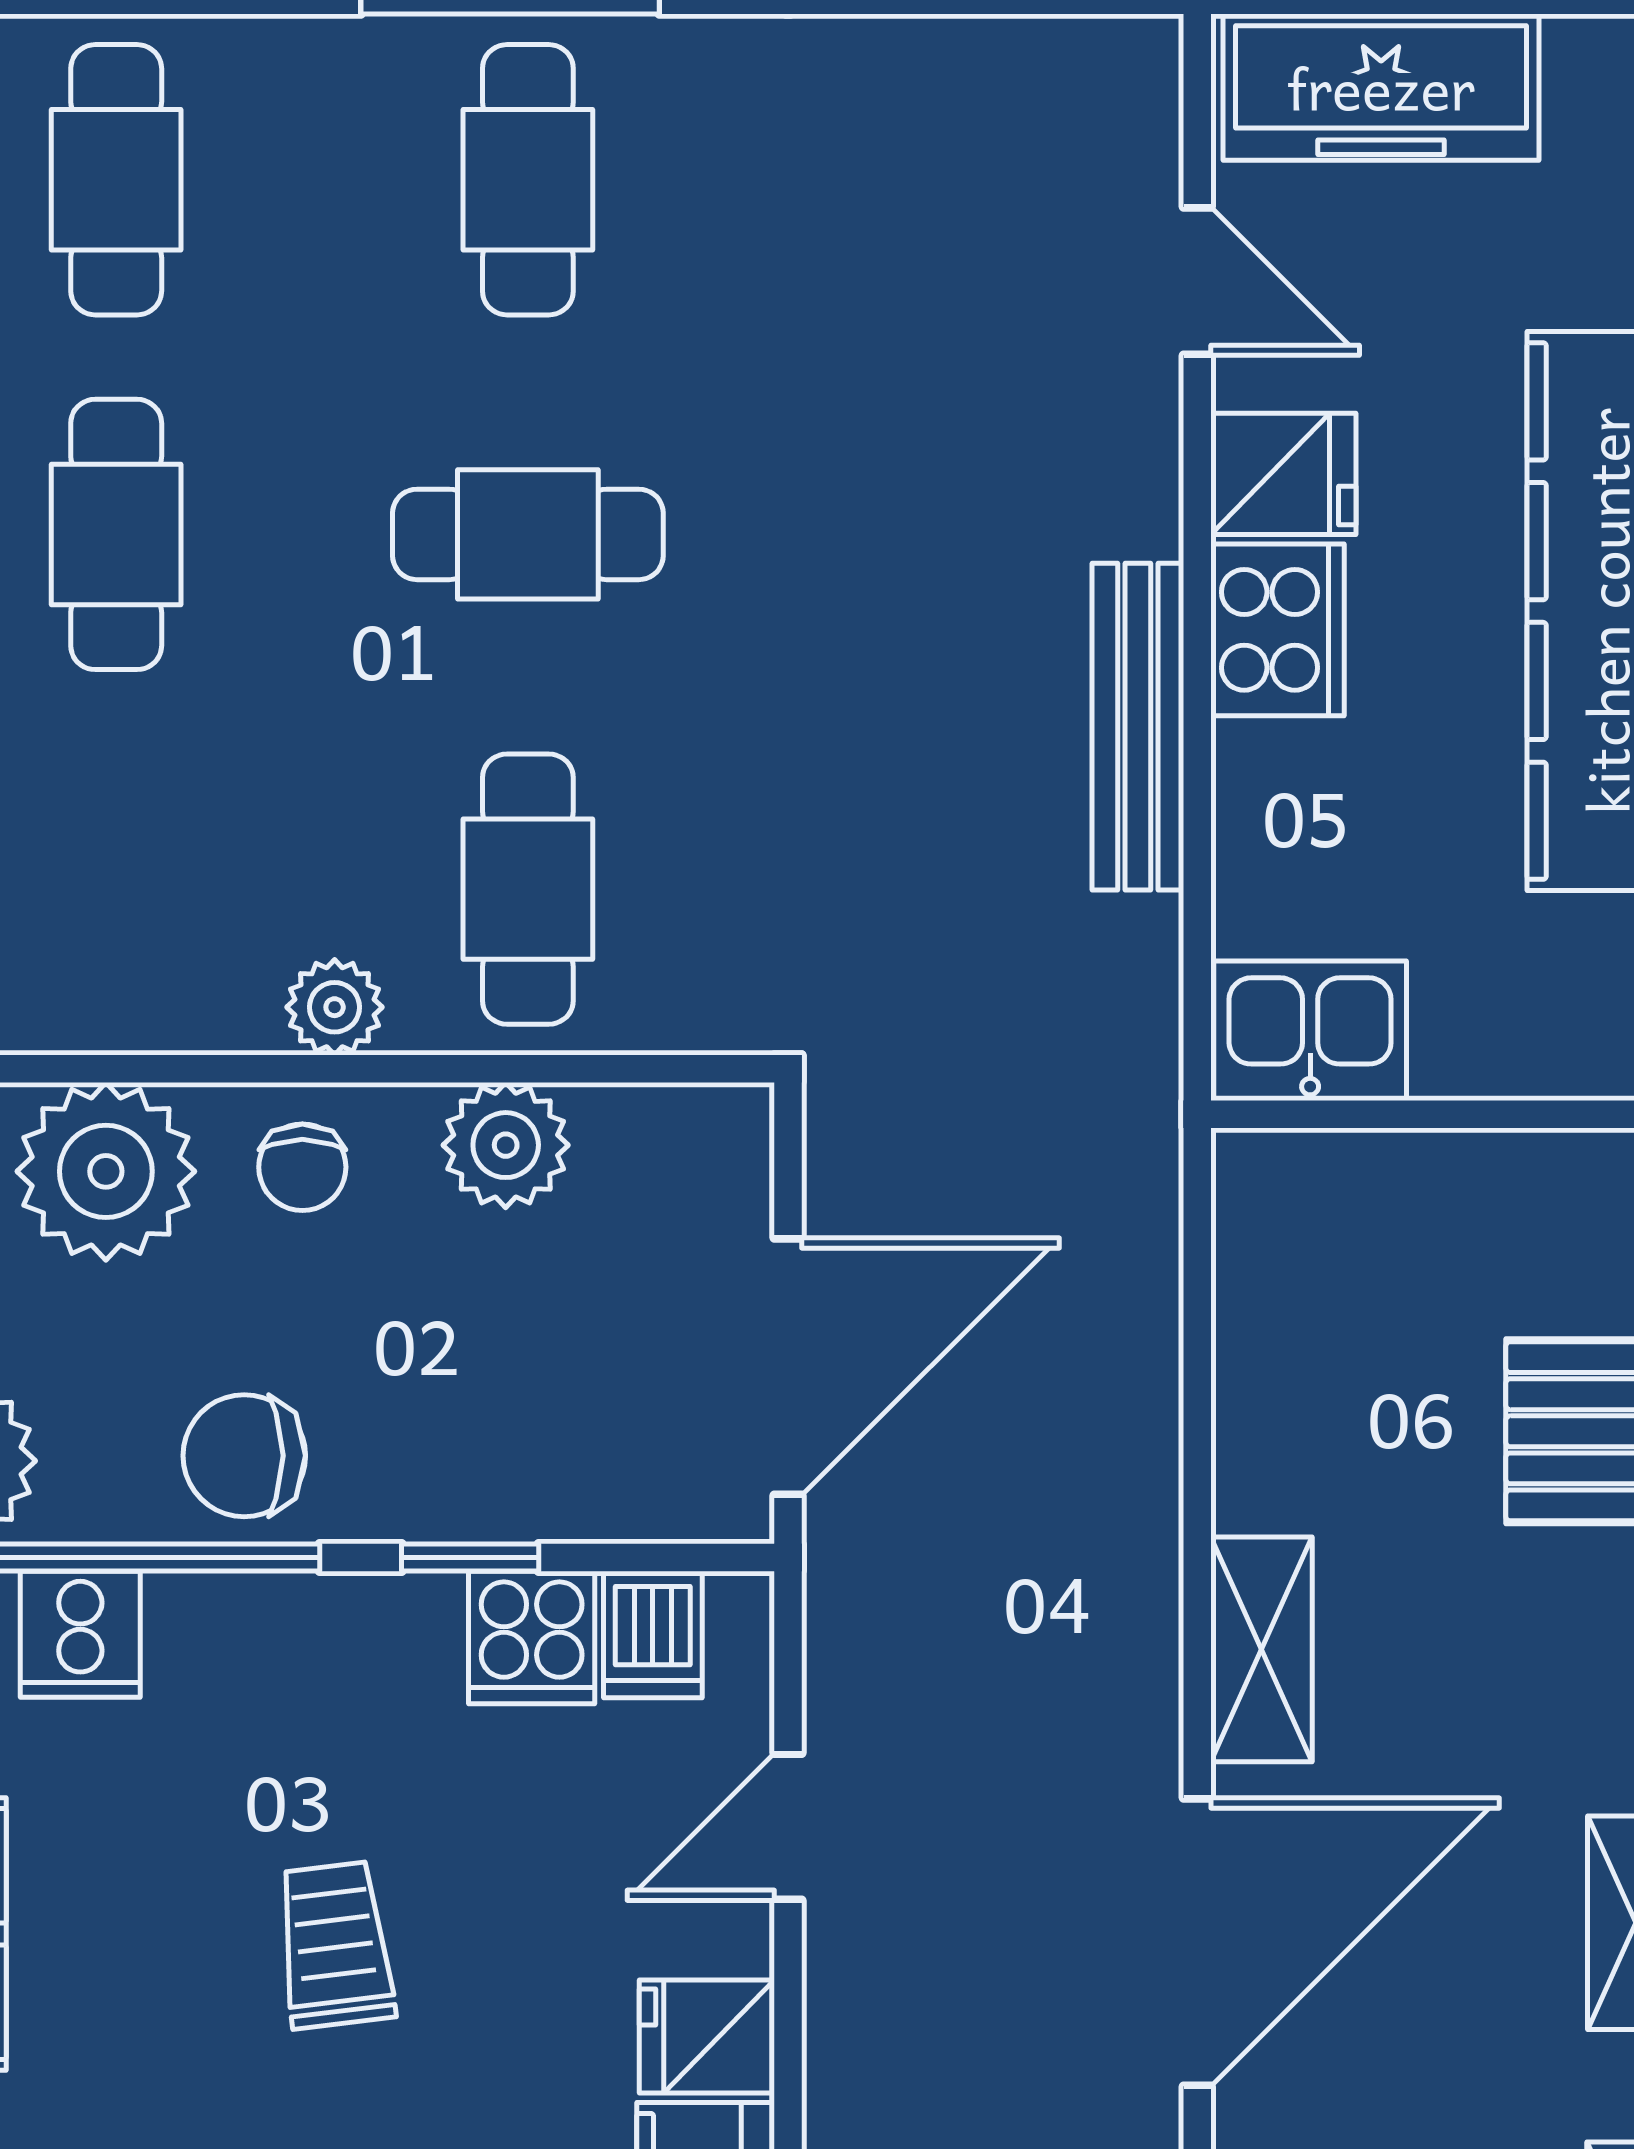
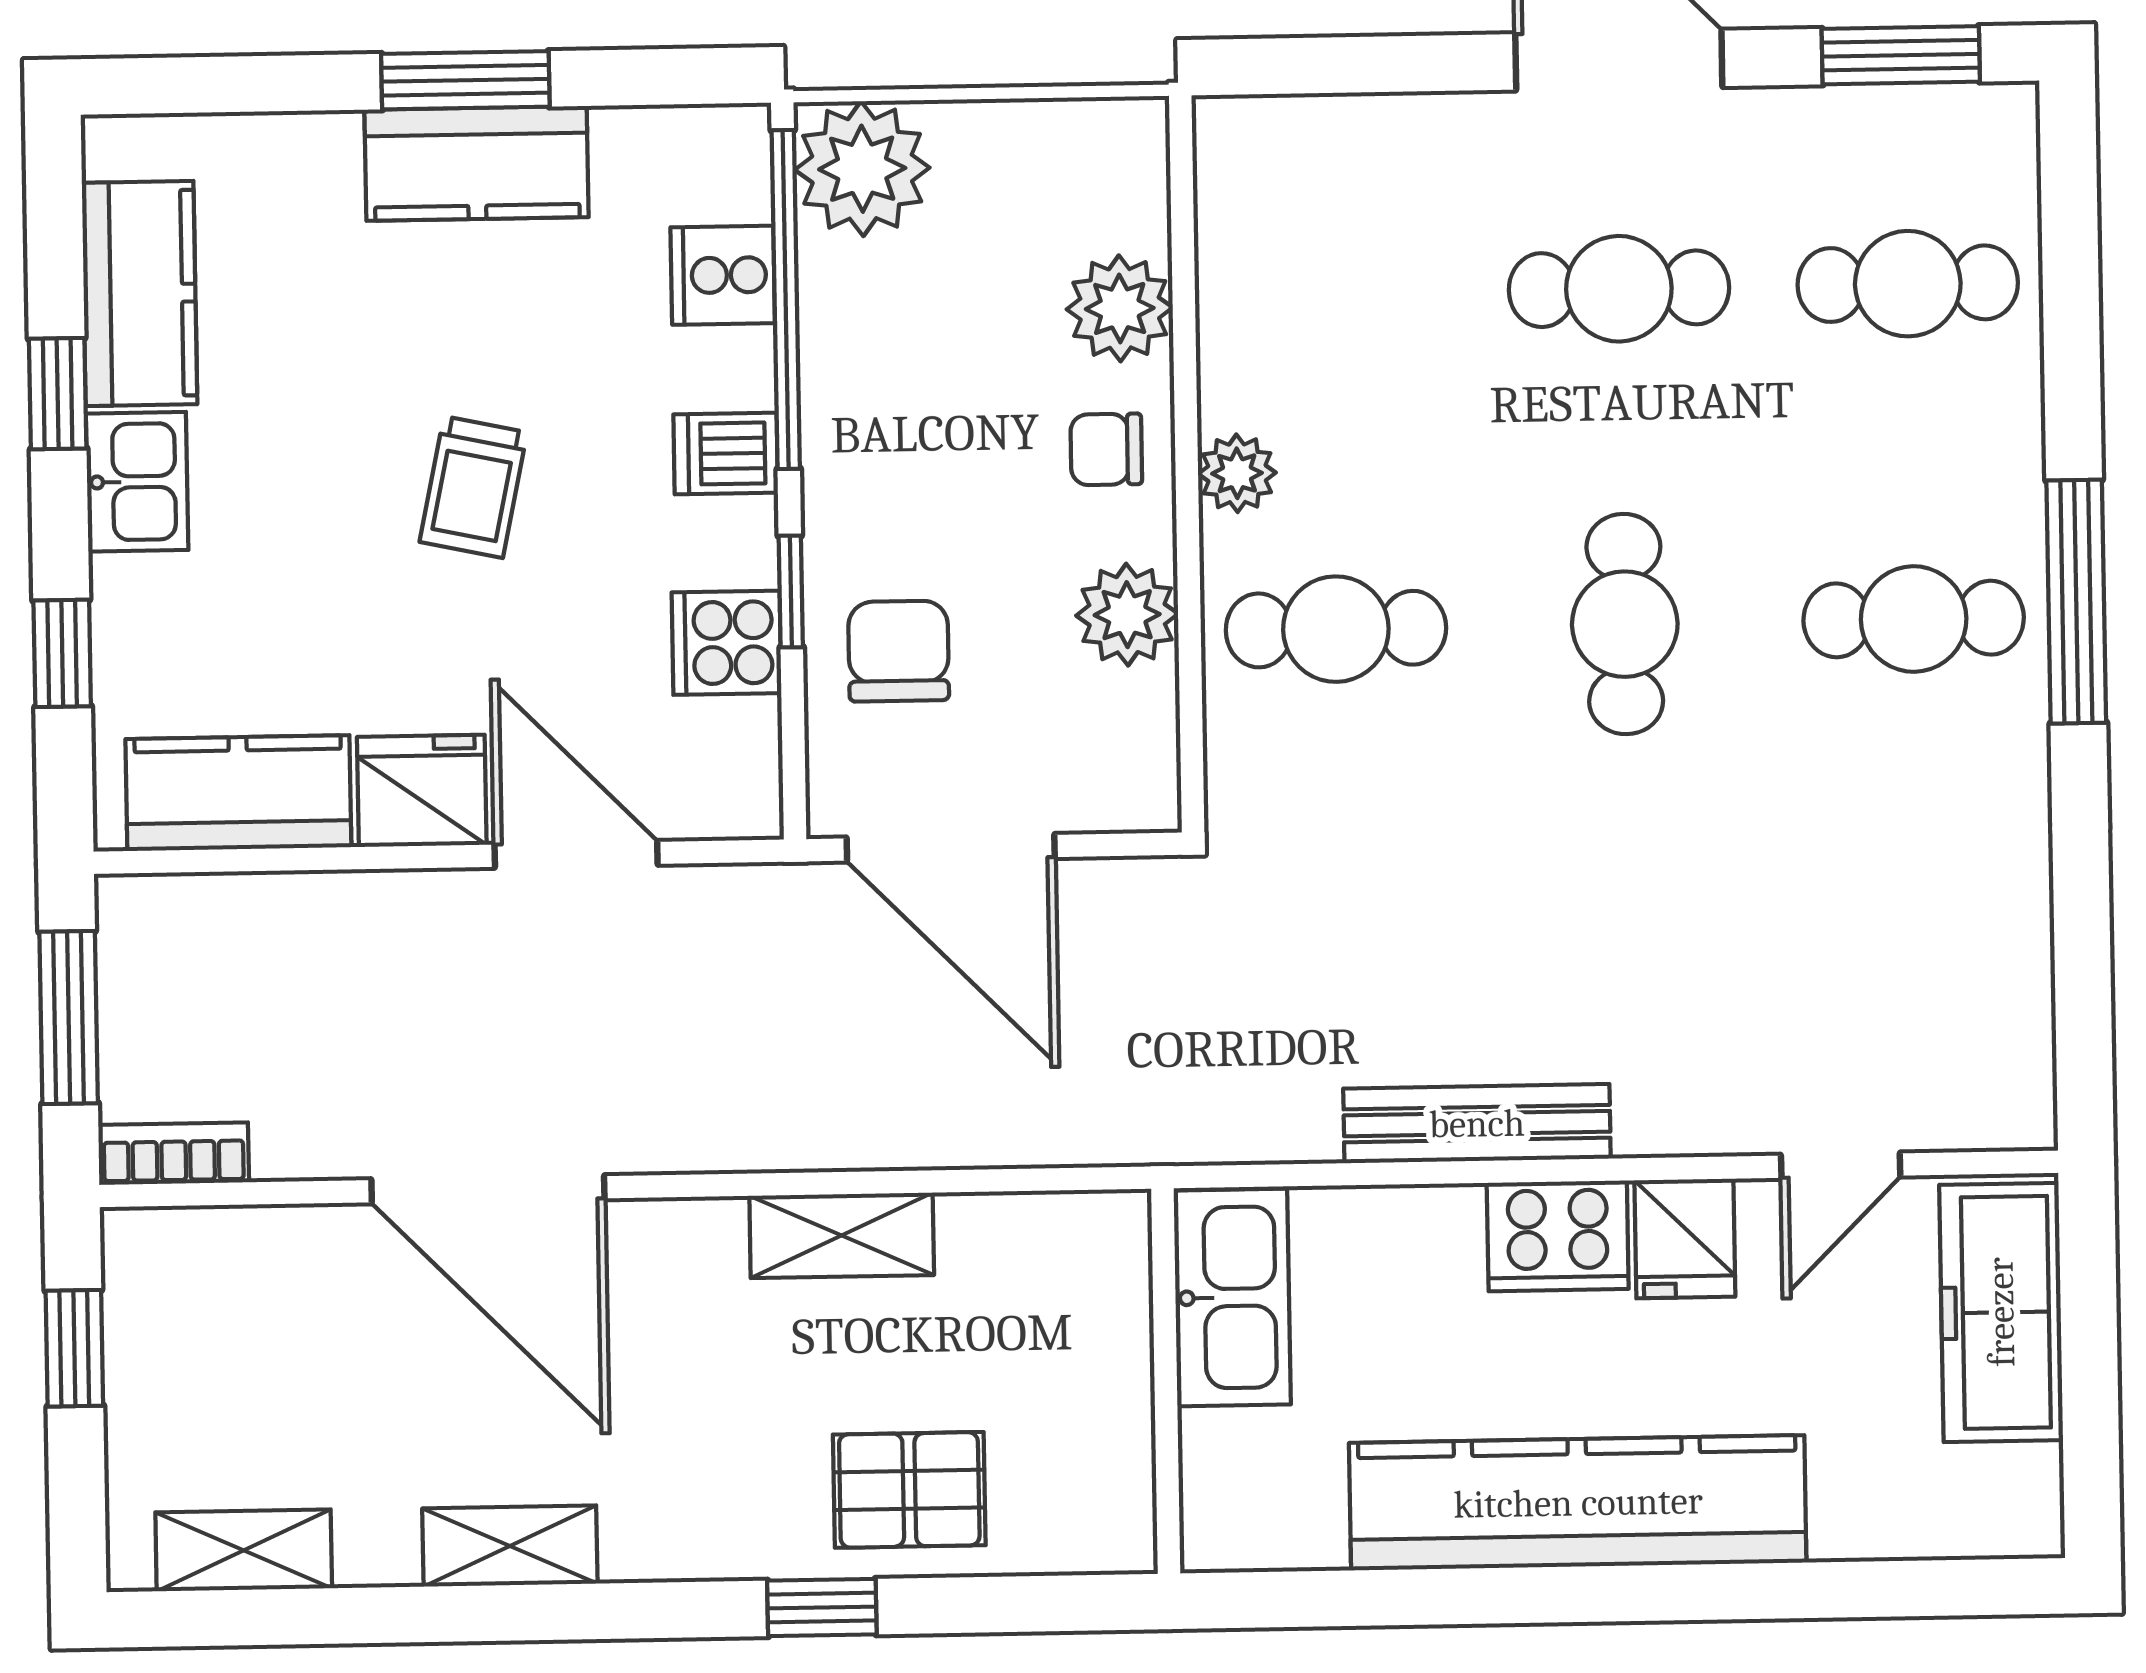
kitchen sink: (1310, 1031) -> (1232, 1297), width x1.38
plant: (106, 1171) -> (1120, 308), width x0.73, depth x0.73
chair: (244, 1456) -> (899, 651), moved
dishwasher: (653, 1634) -> (726, 454), moved
shelving: (1262, 1649) -> (842, 1235), moved
door: (788, 1827) -> (576, 854), width x1.38
trolley: (335, 1945) -> (473, 487), turned 109
fridge: (707, 2037) -> (422, 791), width x1.38

